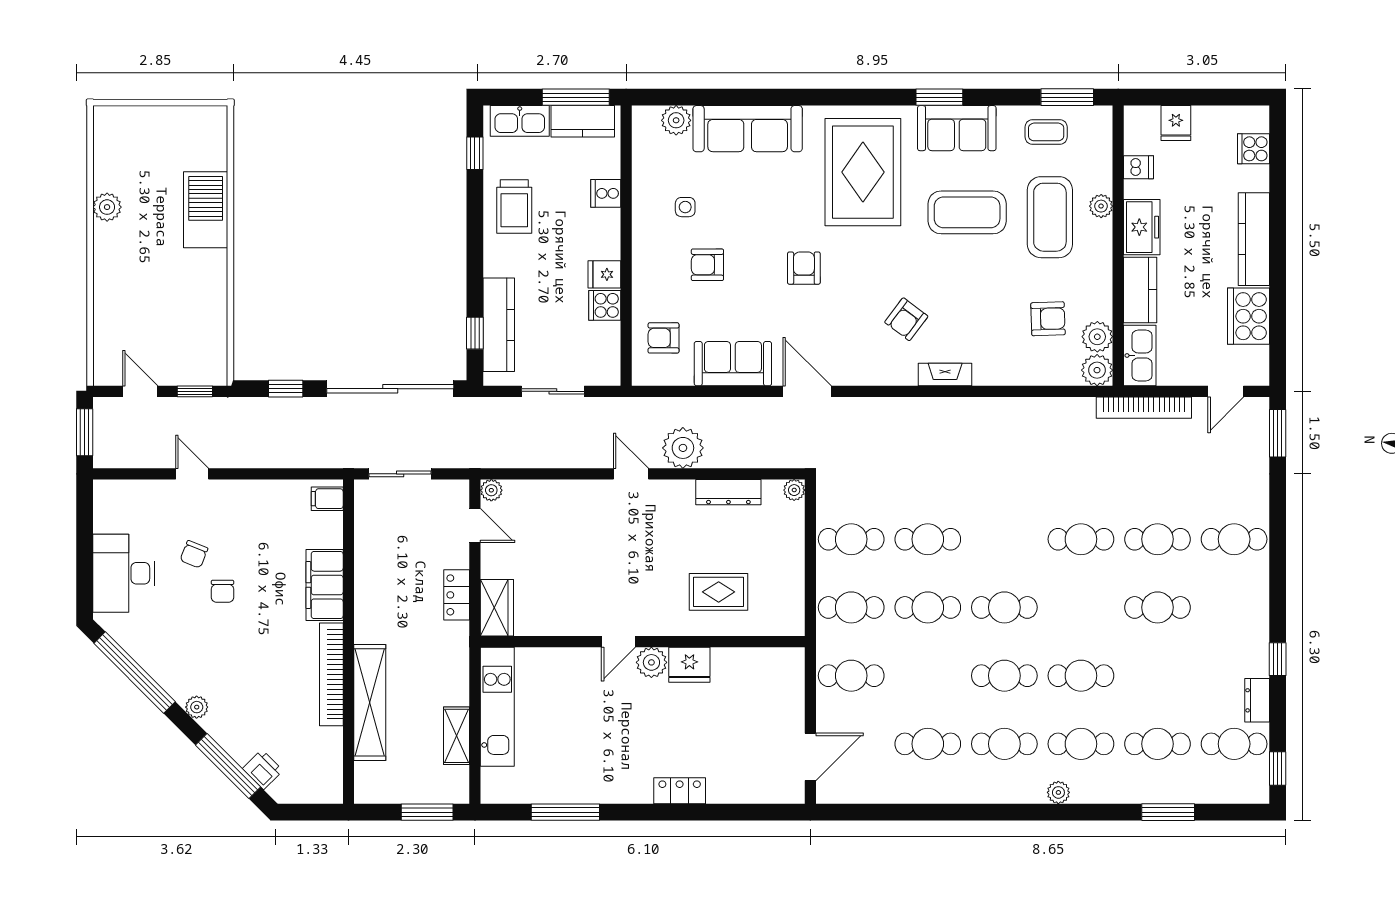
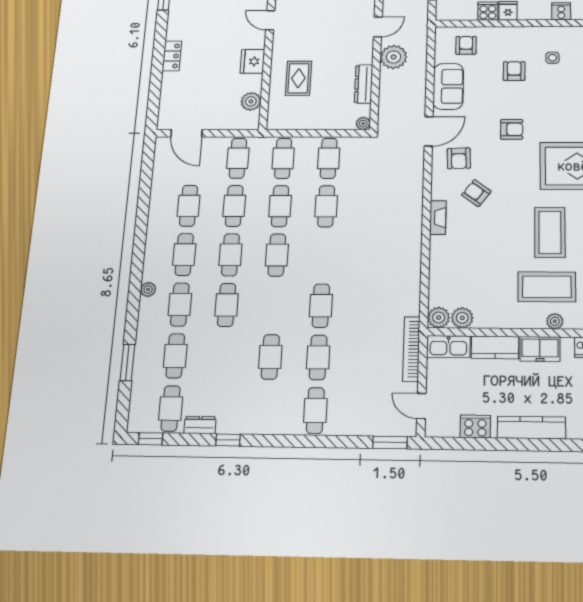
cooker: (1249, 316) -> (475, 426), width x0.73, depth x0.76
armchair: (1048, 319) -> (459, 158), moved
plant: (651, 662) -> (251, 101), moved
cafe table: (928, 676) -> (234, 206), added

